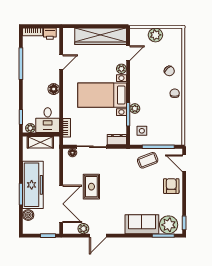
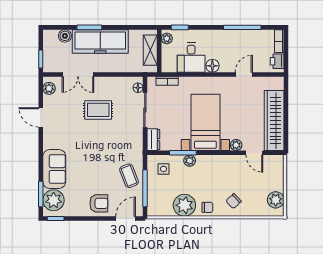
plant: (155, 35) -> (276, 200), moved
door: (61, 62) -> (244, 74), swing flipped
plant: (173, 113) -> (184, 205), added
desk: (48, 120) -> (191, 58), moved, turned -90
double door: (61, 204) -> (78, 74), width x0.73
plant: (83, 229) -> (49, 88), moved

